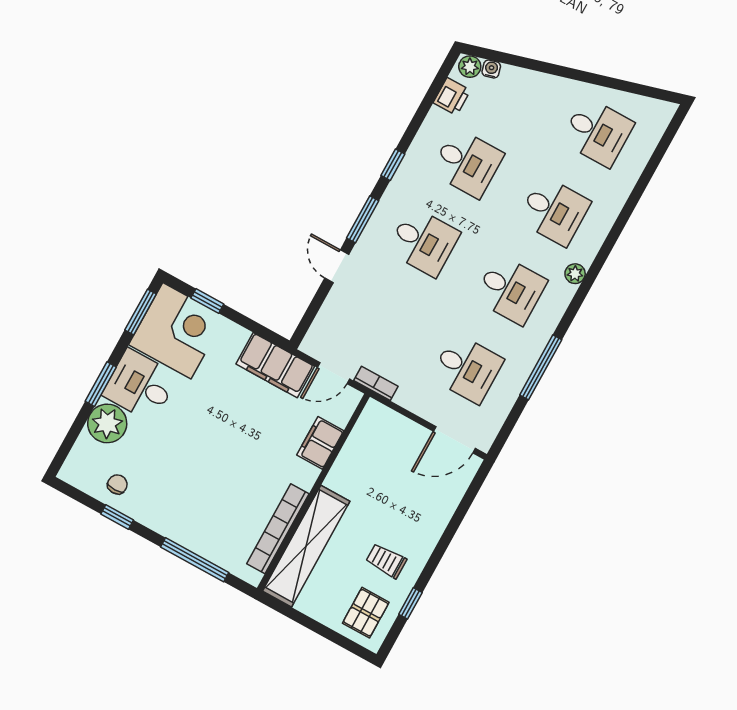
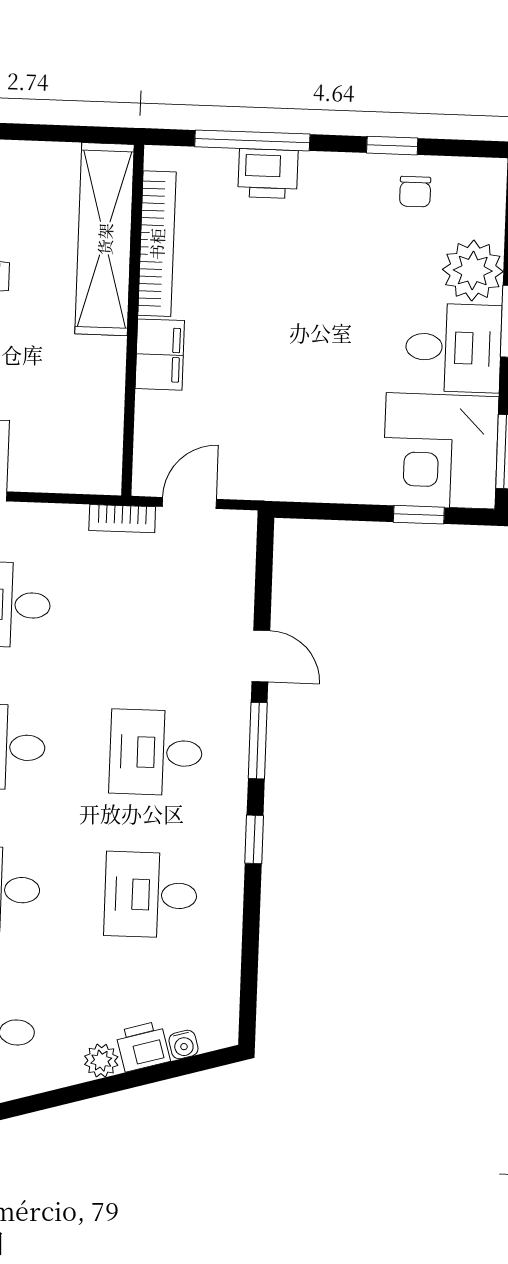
plant: (470, 67) -> (101, 1061), moved
printer: (452, 96) -> (143, 1046), moved, turned 74
filing cabinet: (275, 365) -> (277, 473), removed
filing cabinet: (320, 443) -> (160, 355), moved
printer: (195, 537) -> (268, 174), added

